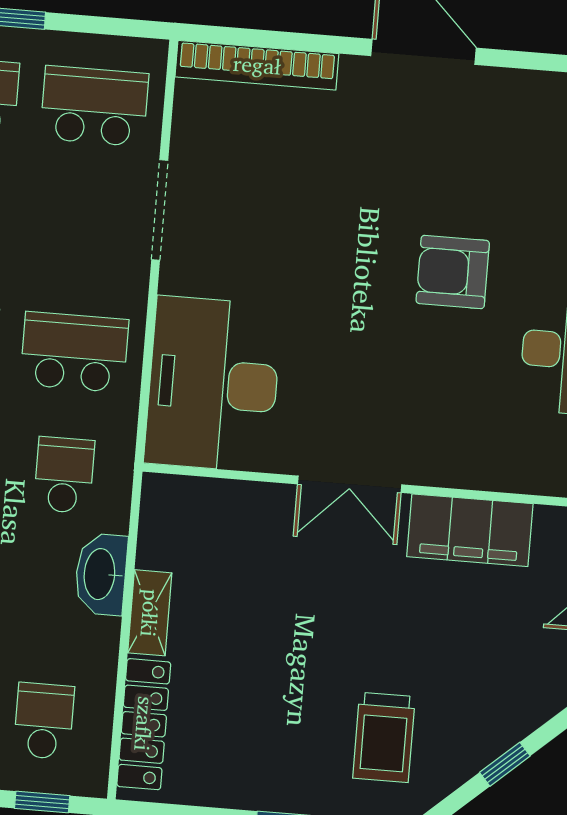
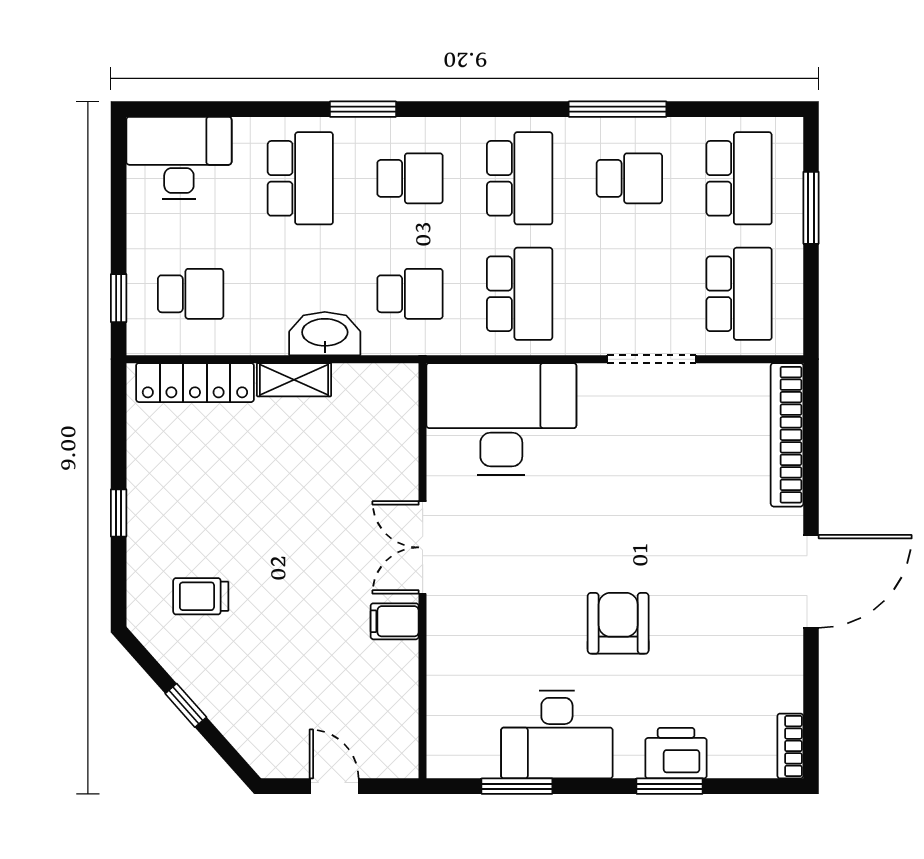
filing cabinet: (470, 530) -> (395, 621), width x0.33, depth x0.86
trolley: (384, 737) -> (201, 596), width x0.73, depth x0.72

